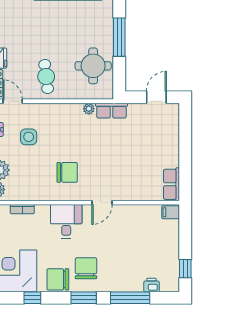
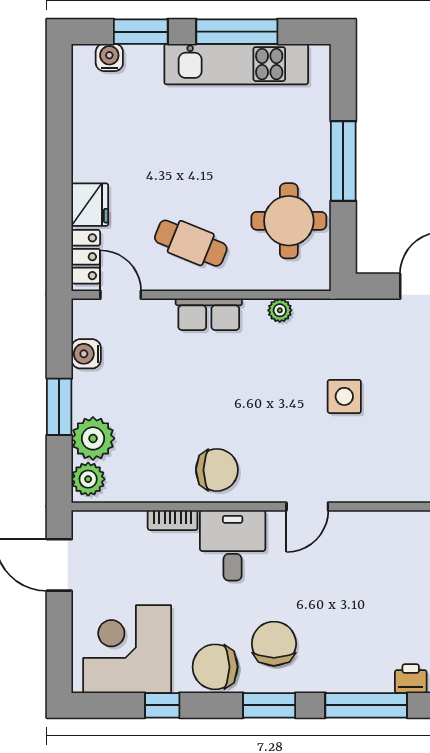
cafe table: (46, 77) -> (191, 243), turned -61
row of seats: (111, 111) -> (209, 314), moved
side table: (29, 137) -> (344, 396), moved
chair: (67, 172) -> (217, 470), moved
bookcase: (22, 209) -> (173, 520), moved

